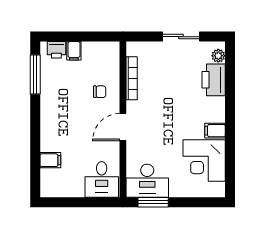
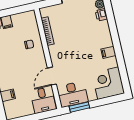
printer: (214, 80) -> (101, 15), width x0.53, depth x0.68
door: (123, 127) -> (52, 76), moved
corner desk: (204, 160) -> (108, 83), moved, turned 90

